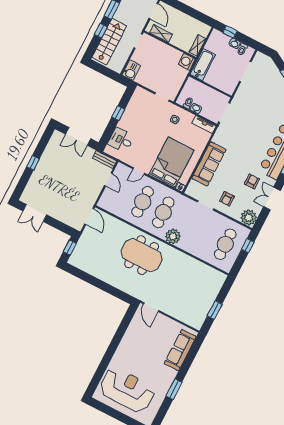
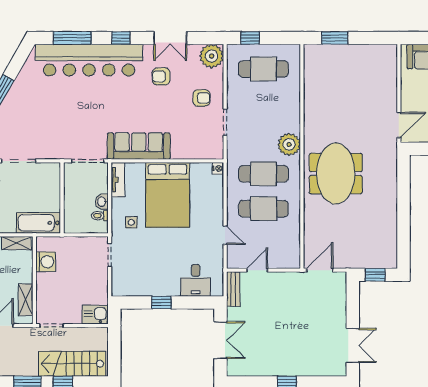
washing machine: (187, 62) -> (46, 262), moved, turned -90
bed: (171, 162) -> (168, 195), moved, turned -90
sofa: (209, 164) -> (139, 146), moved
window: (215, 310) -> (335, 38), moved

